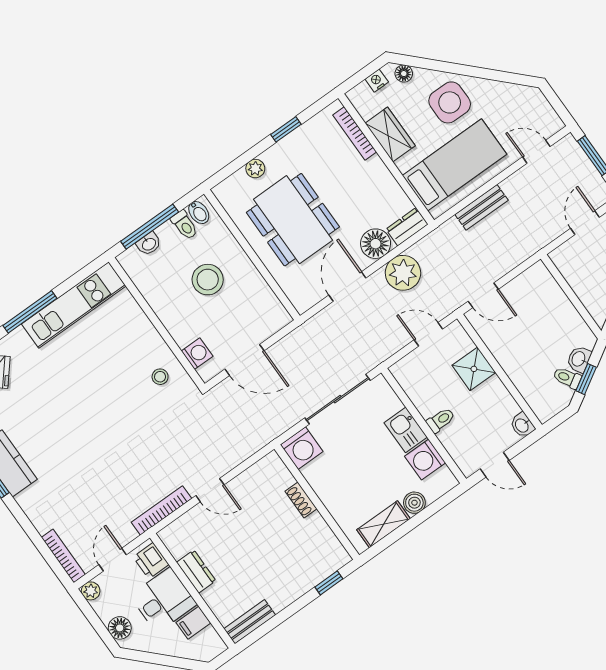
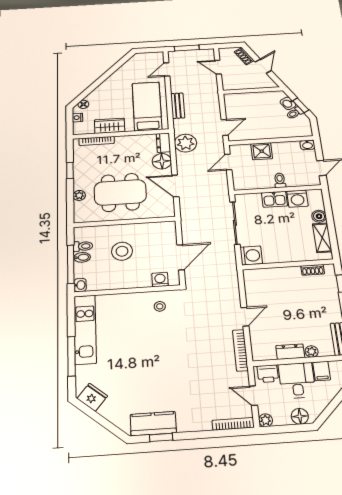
side table: (450, 102) -> (114, 93), removed
bidet: (199, 212) -> (82, 257), moved
washbasin: (149, 244) -> (80, 285), moved
plant: (403, 273) -> (186, 143), moved
shoe rack: (301, 500) -> (313, 270), moved
plant: (212, 597) -> (312, 351), added

